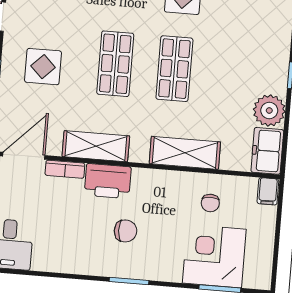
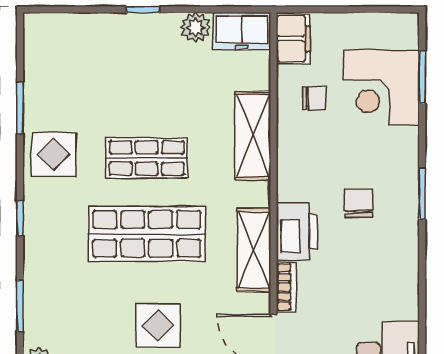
shop shelf: (115, 64) -> (147, 234), width x1.43, depth x1.36
plant: (269, 110) -> (196, 27), width x0.73, depth x0.73
filing cabinet: (268, 191) -> (293, 39), width x2.00

